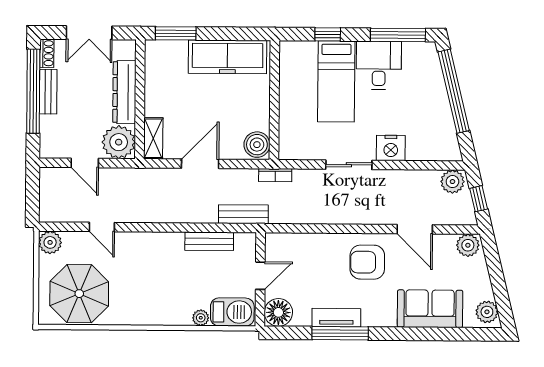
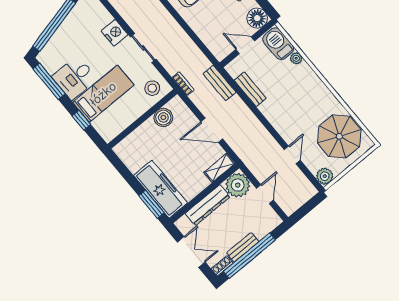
freezer: (228, 57) -> (161, 189), moved
stool: (298, 138) -> (152, 88), added
boiler: (257, 145) -> (163, 117), moved

